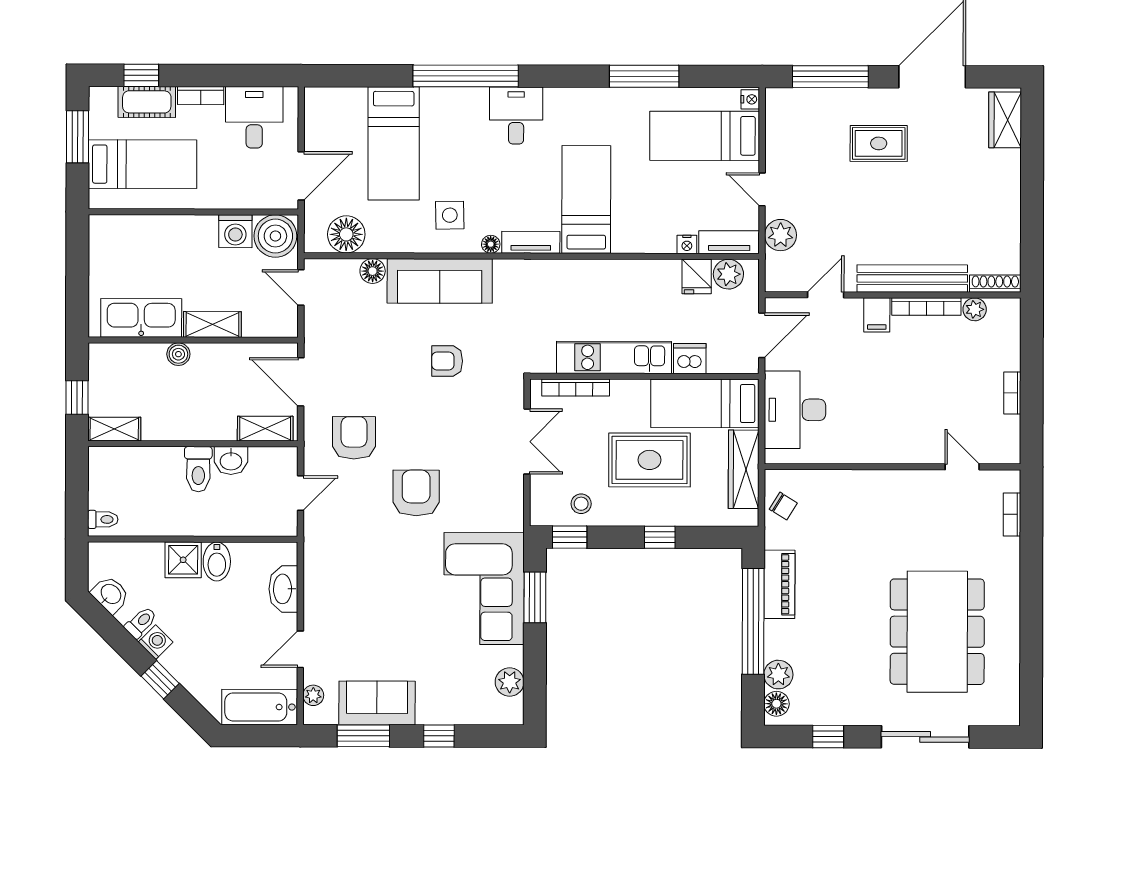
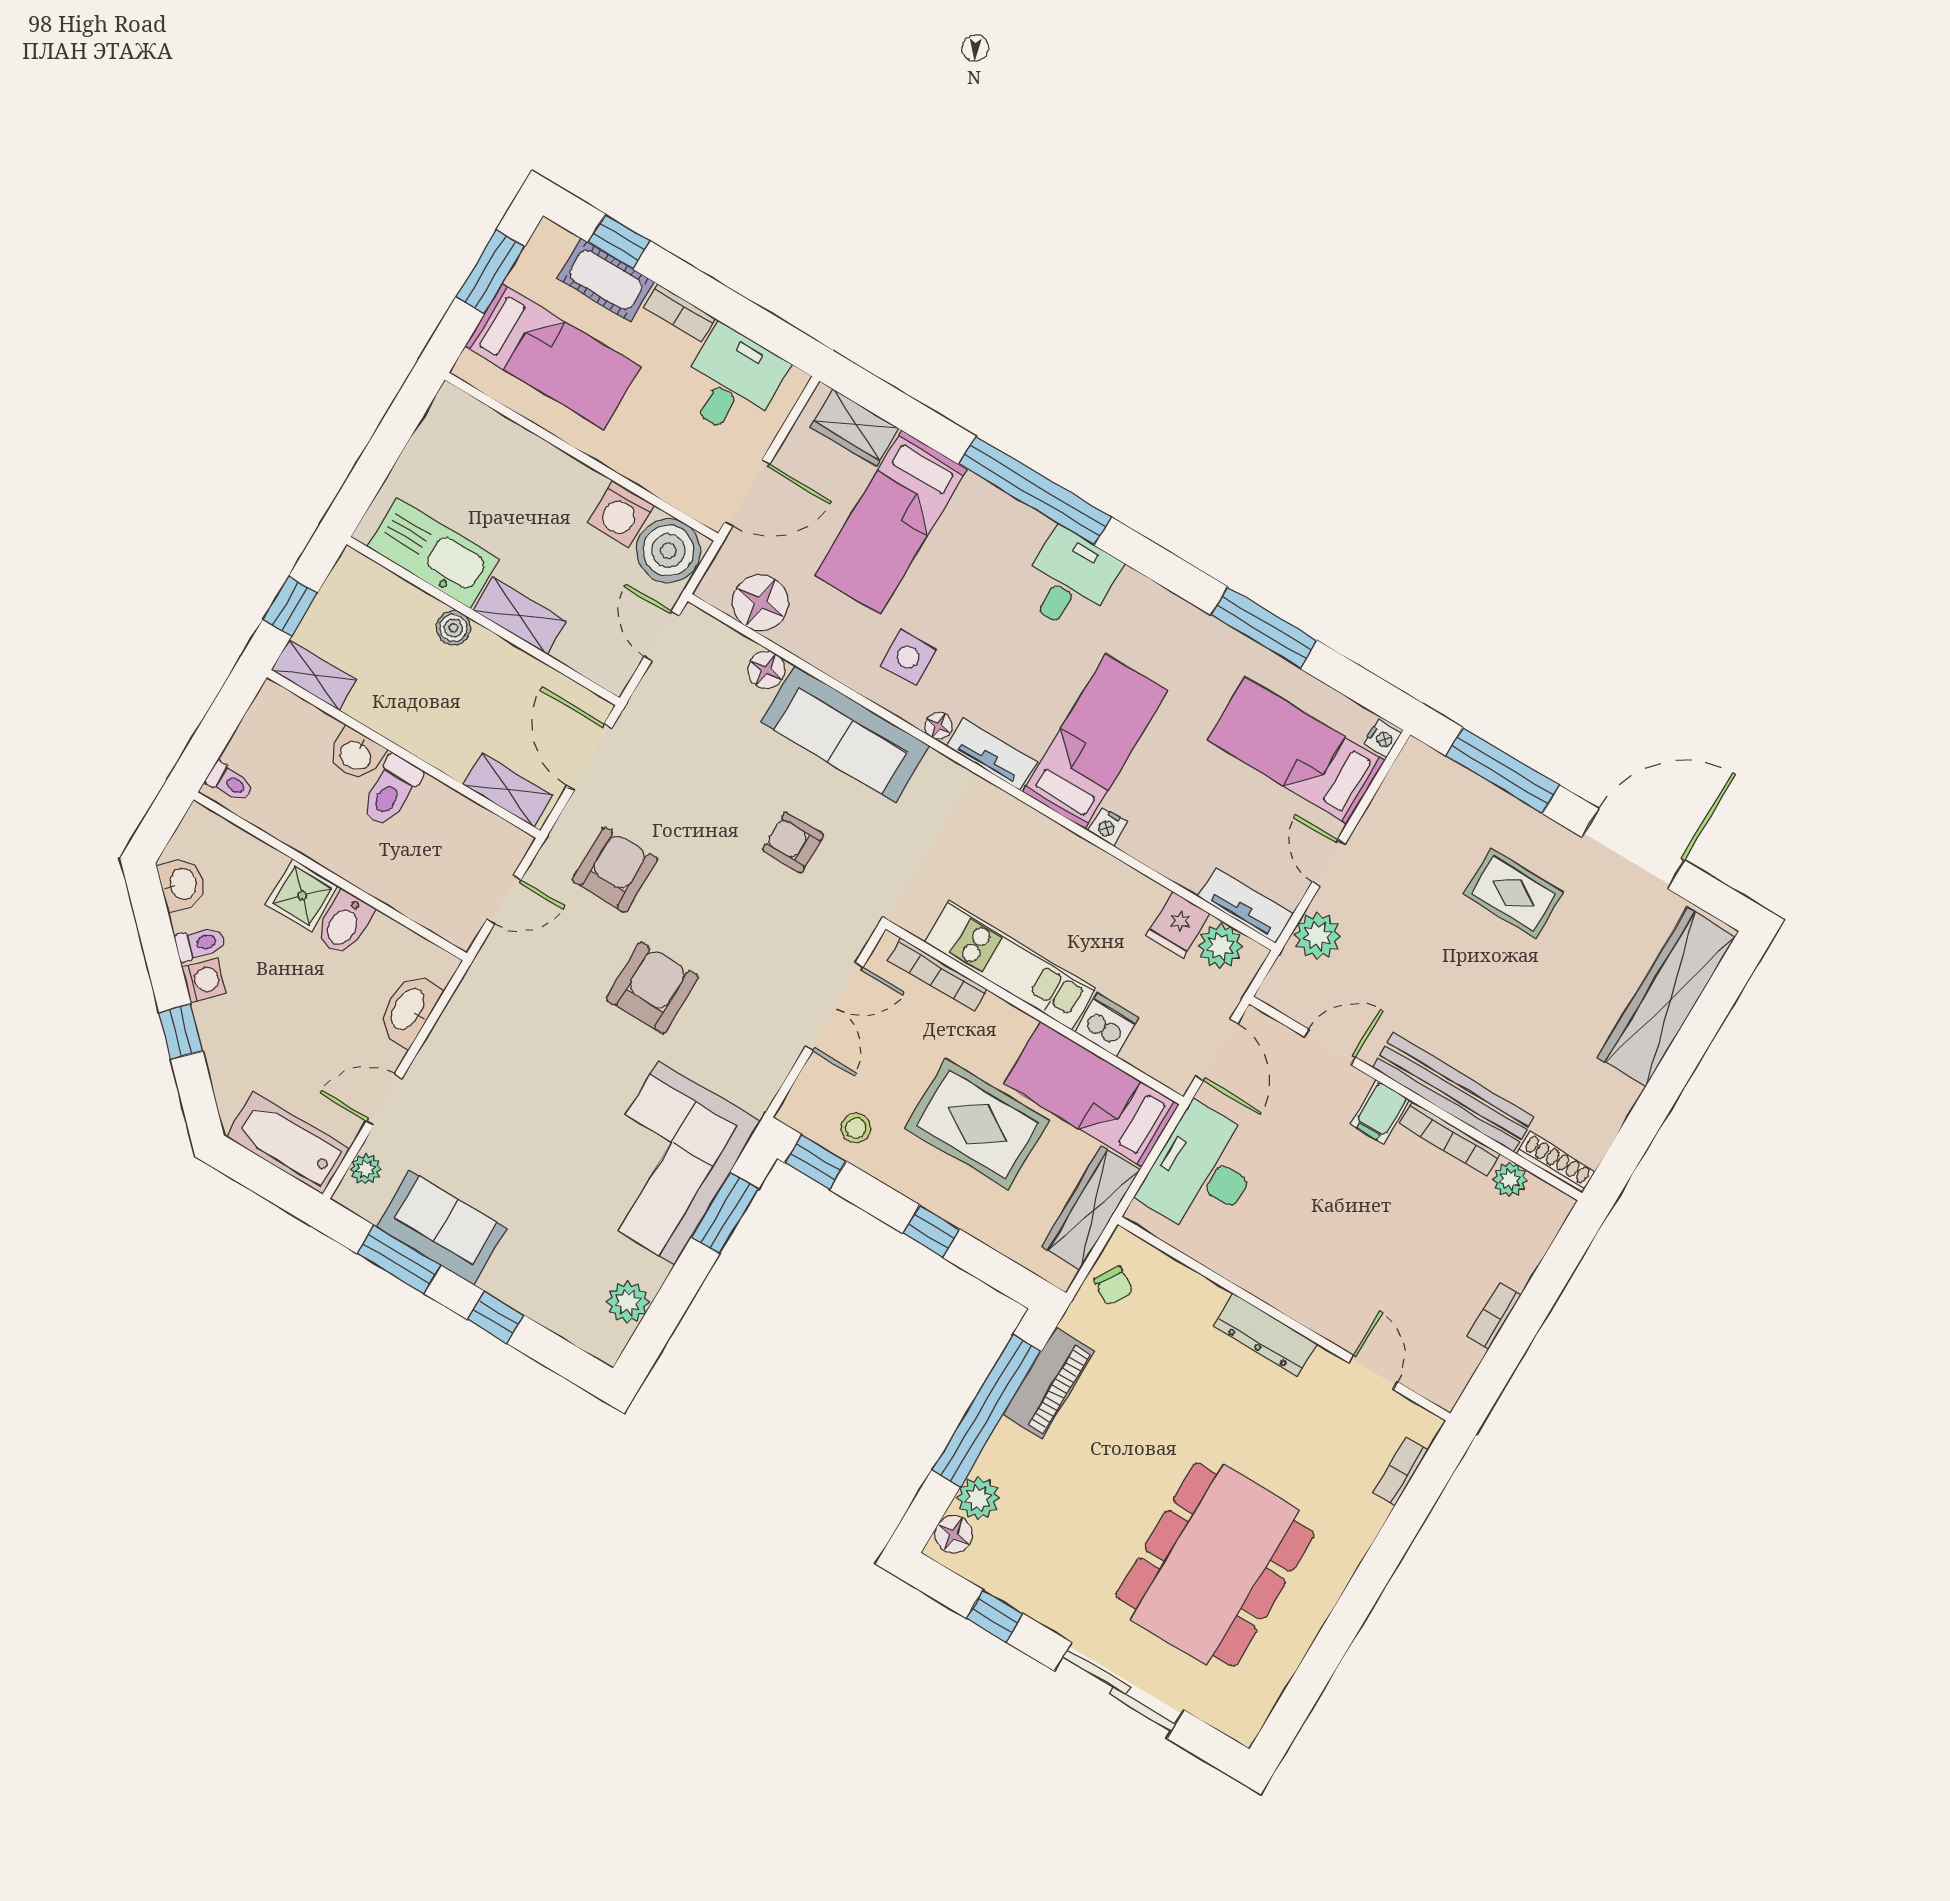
wardrobe: (340, 102) -> (855, 428), added
wardrobe: (1005, 120) -> (1667, 997), width x2.10, depth x1.17
nightstand: (687, 244) -> (1108, 827), moved
door: (762, 335) -> (1217, 1050), hinge flipped
washbasin: (231, 461) -> (356, 755), moved
dresser: (887, 482) -> (1265, 1335), added

